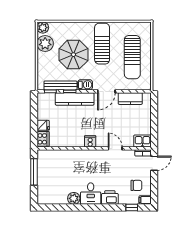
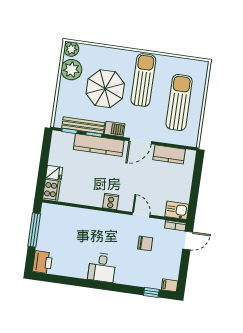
sun lounger: (132, 57) -> (179, 102), turned 180
chair: (136, 185) -> (145, 243), moved
plant: (74, 198) -> (80, 270), removed
printer: (110, 198) -> (42, 262), moved, turned 90

